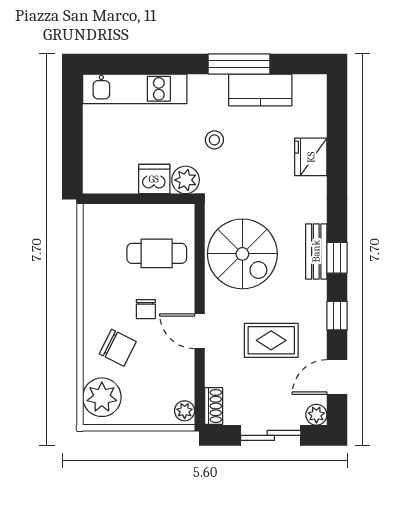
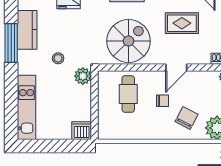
dishwasher: (154, 179) -> (82, 131), moved, turned 90
rug: (271, 340) -> (182, 23), turned 90

